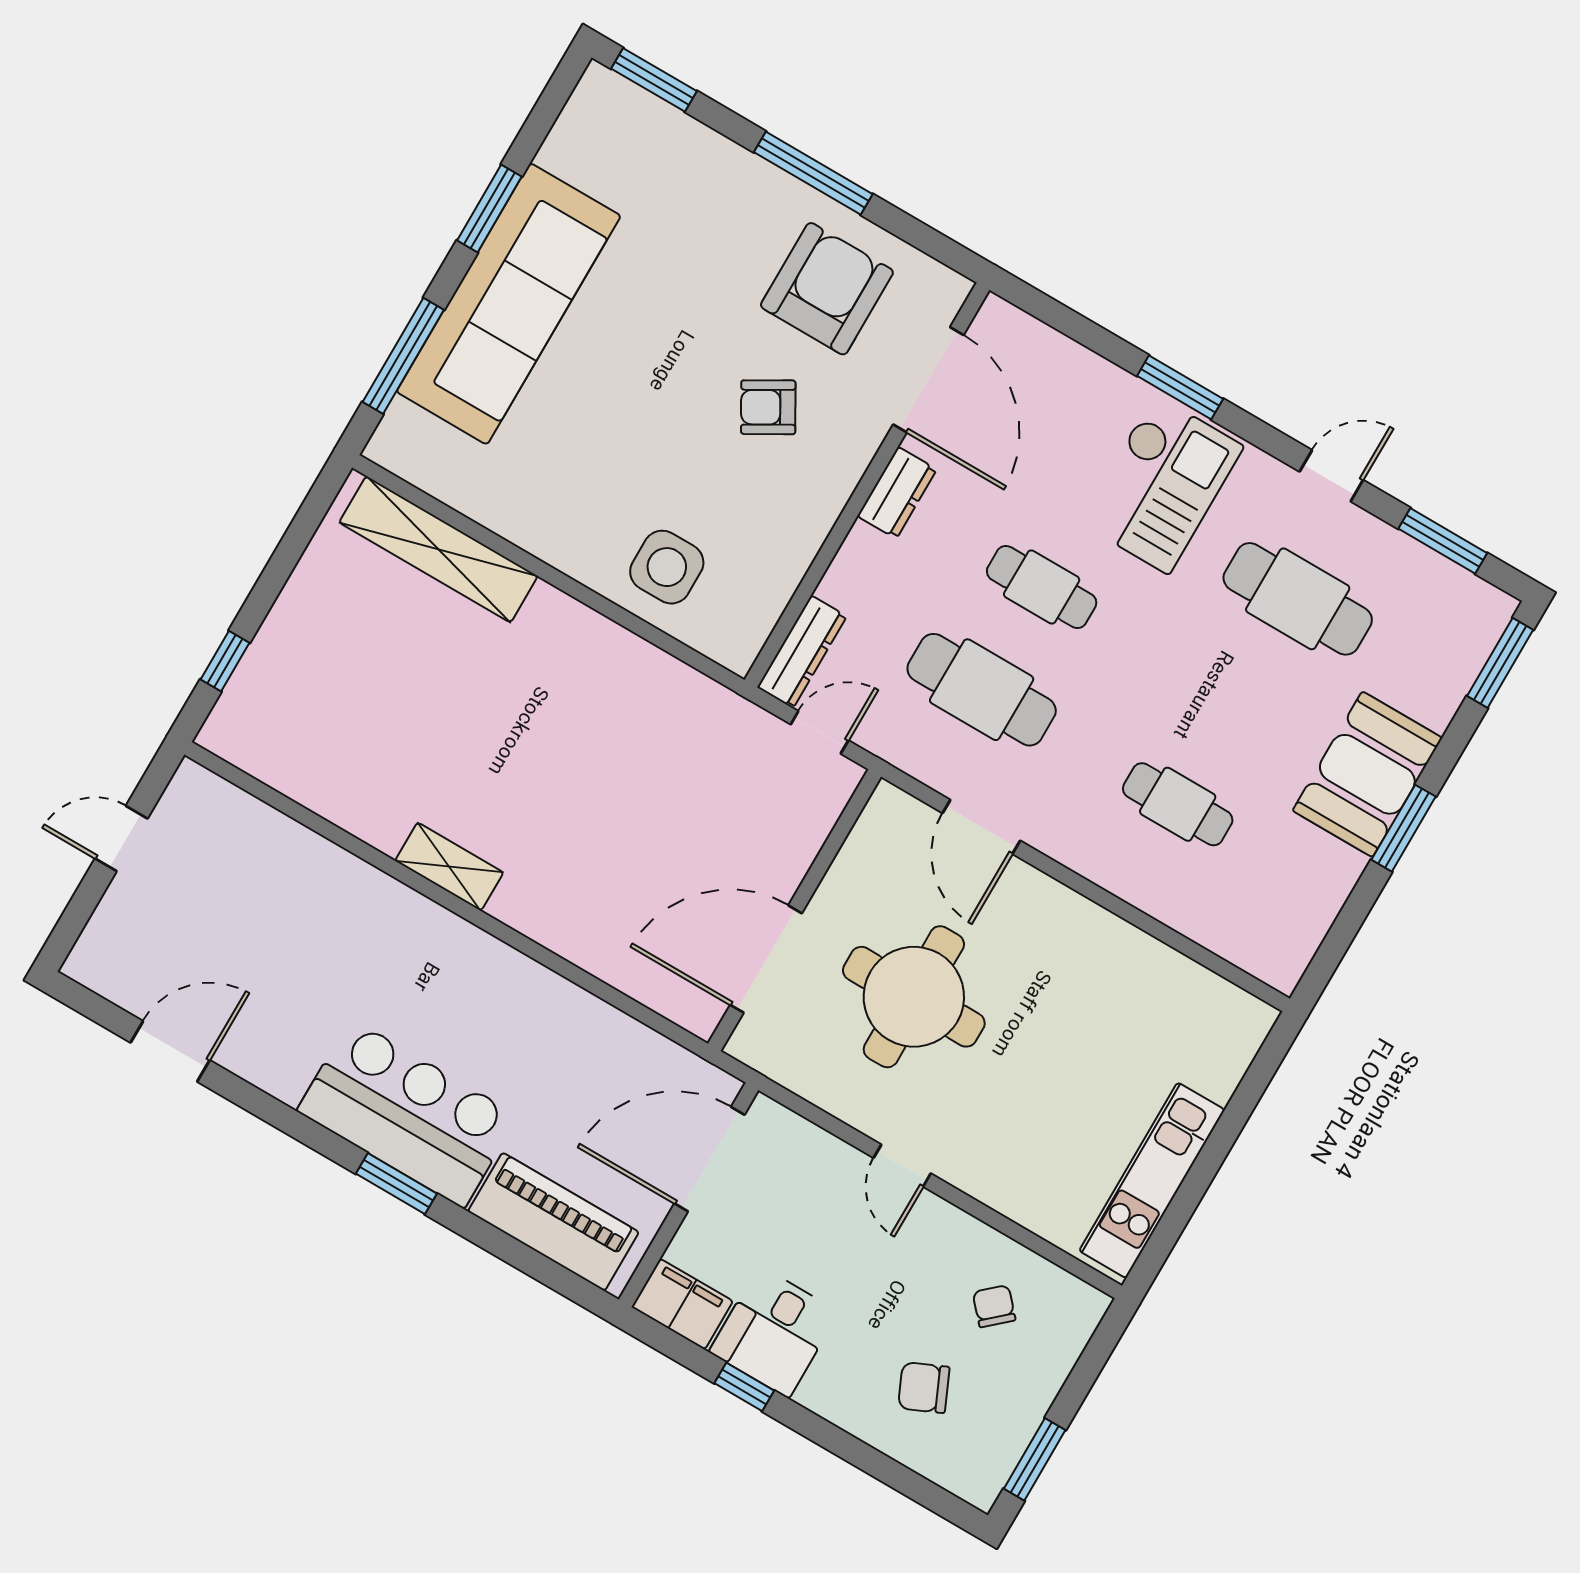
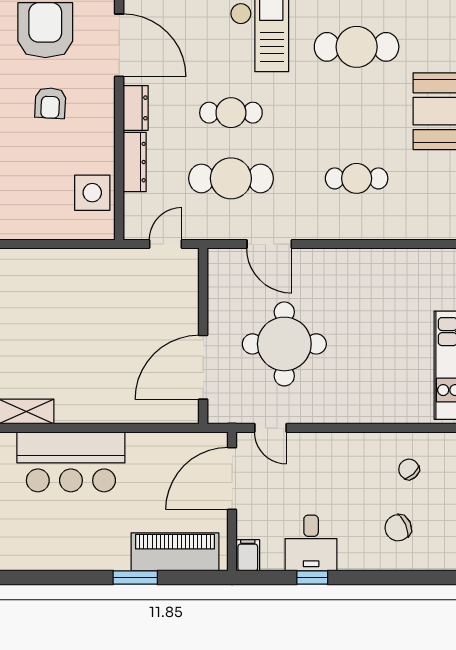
armchair: (768, 407) -> (50, 103), turned -57
side table: (667, 567) -> (92, 193), moved
dresser: (802, 652) -> (135, 162), moved
bar counter: (407, 1113) -> (71, 462), moved, turned 180
door: (902, 1166) -> (270, 428), moved
window: (396, 1184) -> (135, 578), moved
filing cabinet: (682, 1304) -> (248, 555), width x0.50

